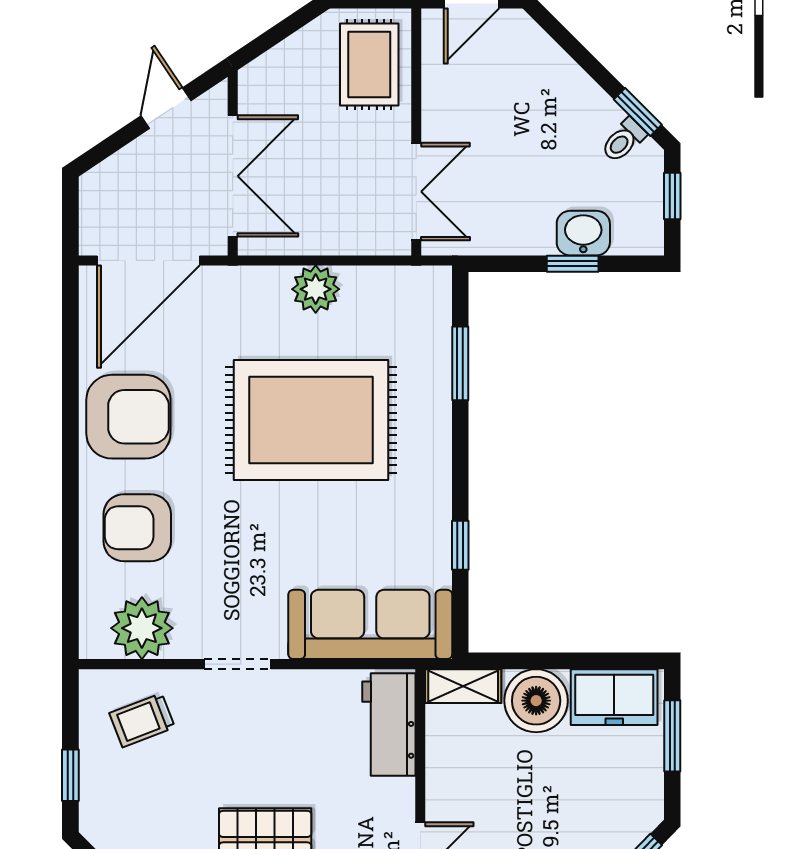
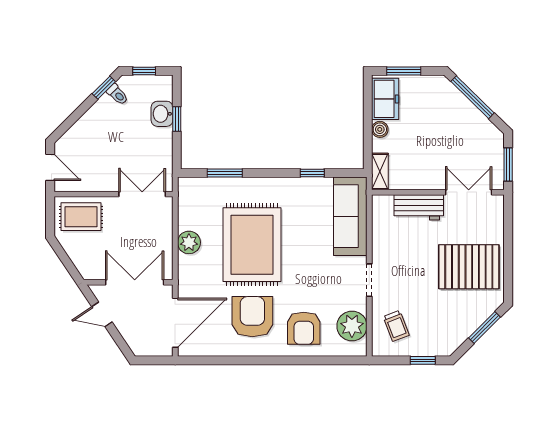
door: (148, 260) -> (175, 323), hinge flipped
armchair: (128, 417) -> (252, 317), moved
boiler: (536, 701) -> (380, 129), width x0.54, depth x0.54
workbench: (389, 724) -> (419, 207), moved

